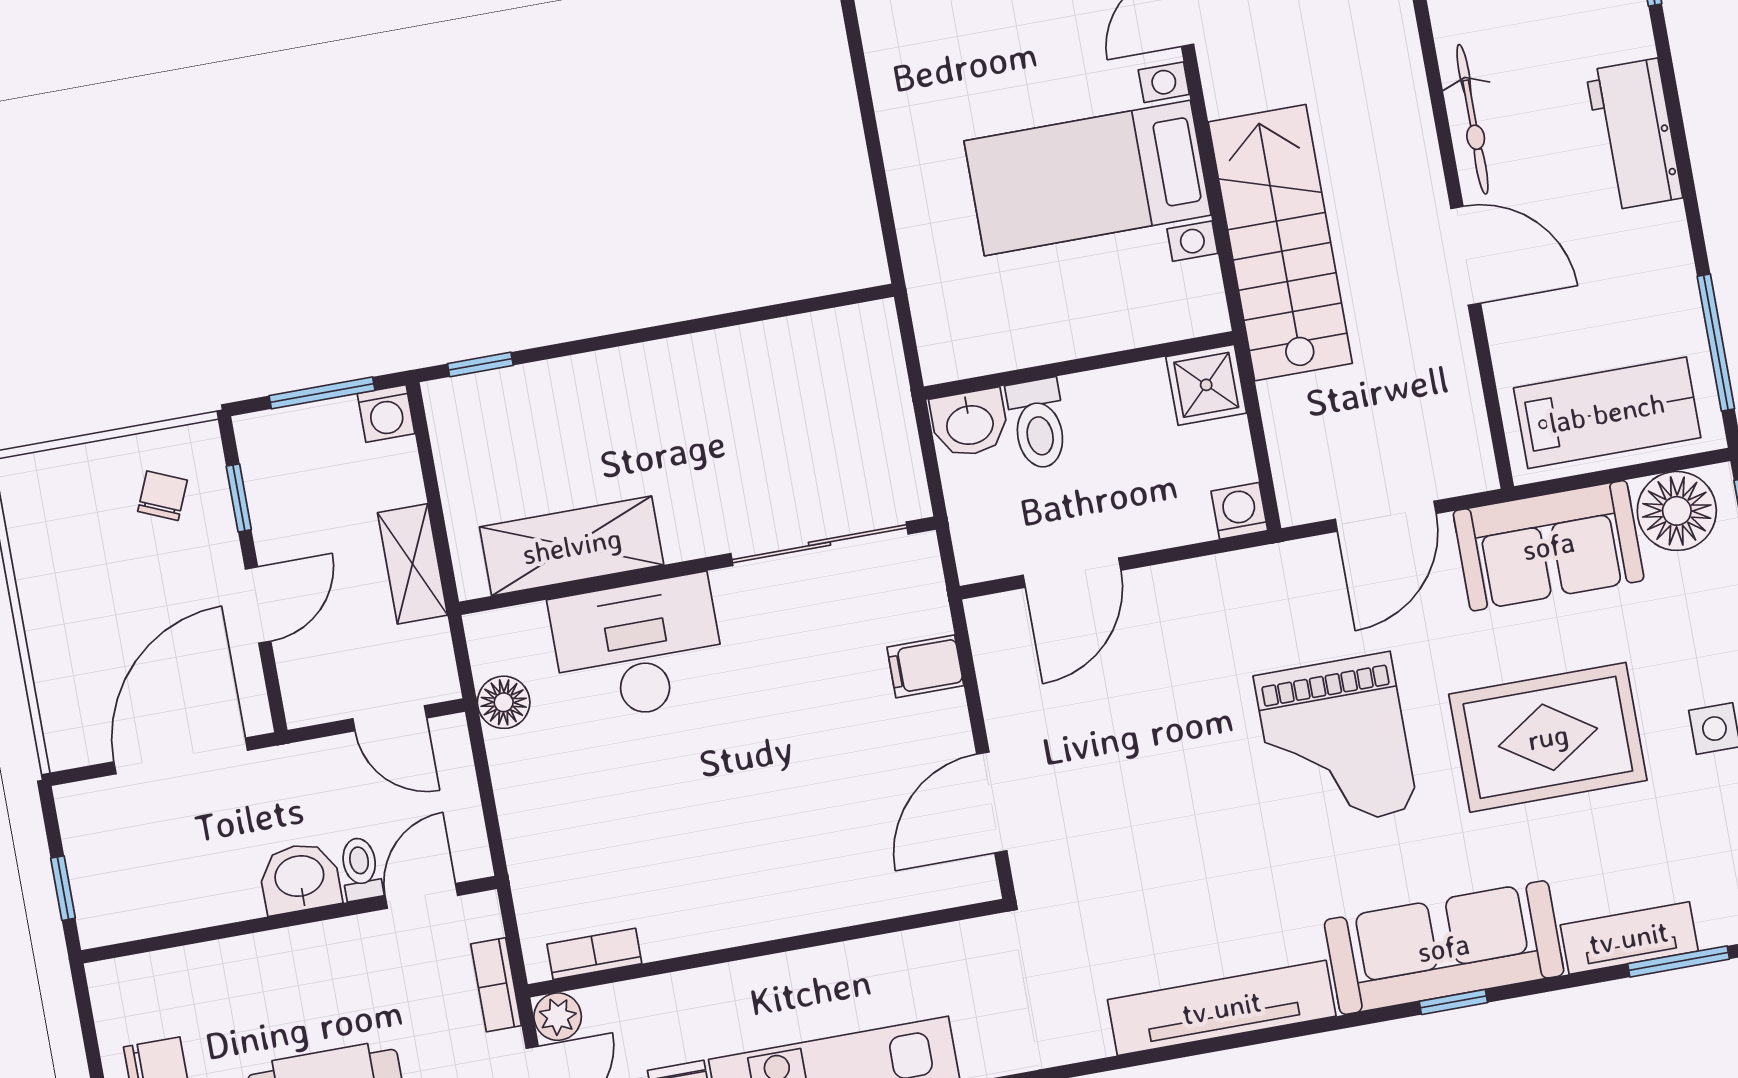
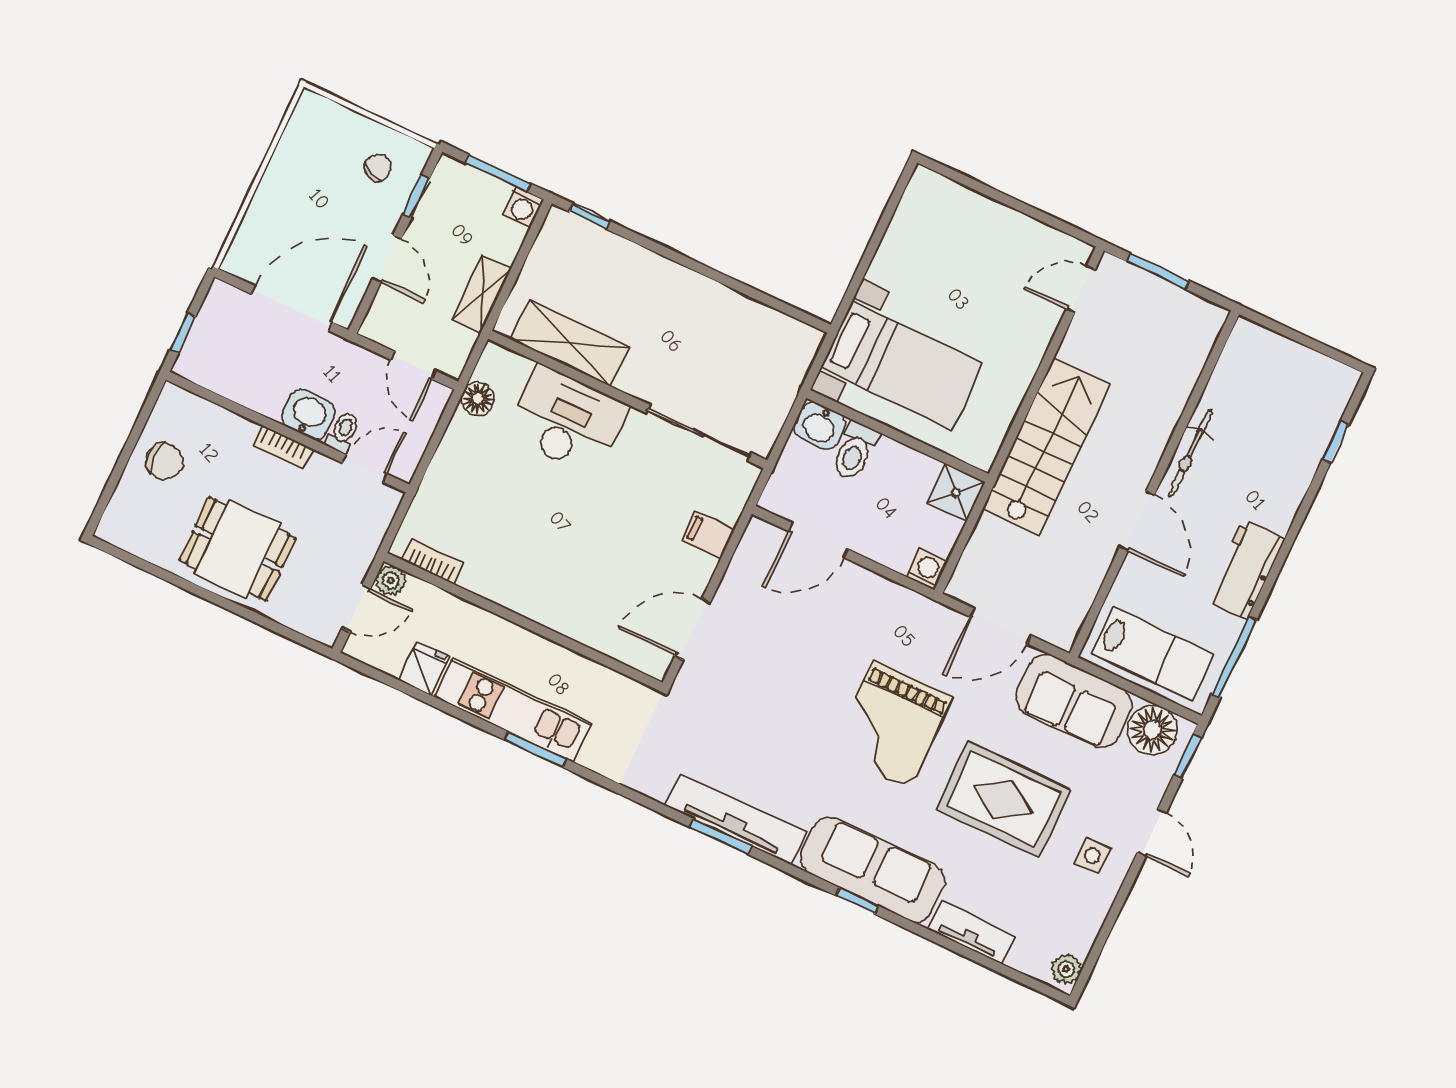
workbench: (1634, 134) -> (1245, 570), moved
bed with nightstands: (1087, 178) -> (902, 365), moved, turned 180
door: (258, 605) -> (387, 259), hinge flipped
window: (1679, 961) -> (720, 836), moved
bookcase: (496, 985) -> (283, 447), moved, turned -90

